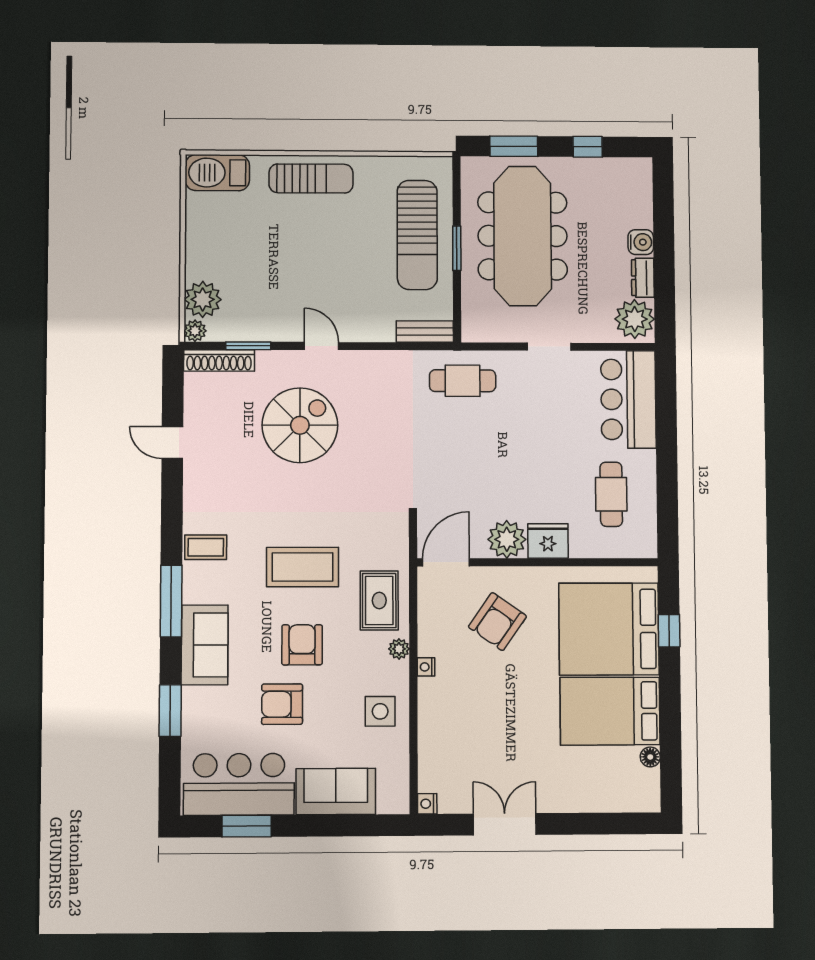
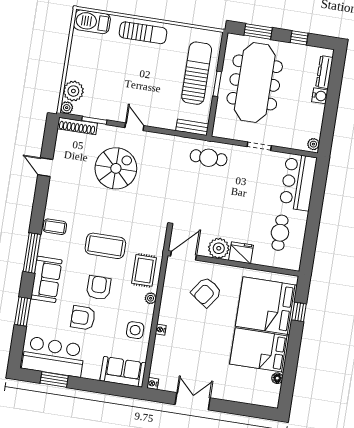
sun lounger: (417, 235) -> (197, 73), turned 180
dresser: (643, 278) -> (324, 72), moved, width x1.44
plant: (635, 319) -> (313, 144), width x0.53, depth x0.53
nightstand: (426, 667) -> (161, 330), moved
sofa: (336, 791) -> (123, 372), moved

